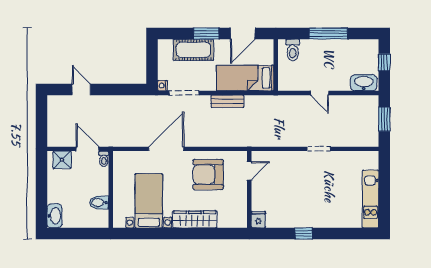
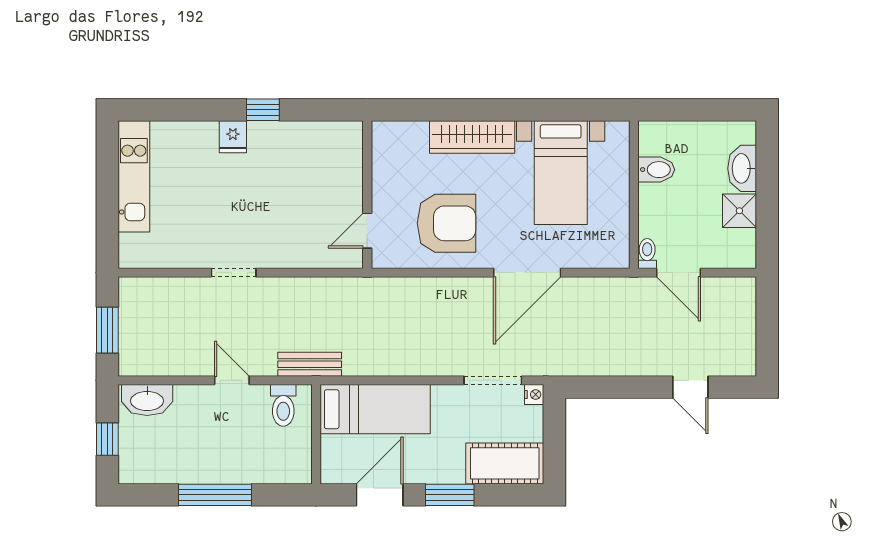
cot: (193, 50) -> (505, 463), moved
toilet: (293, 50) -> (283, 405), moved, turned 180
bench: (227, 101) -> (310, 364), moved
shower: (62, 160) -> (739, 211), moved
washbasin: (54, 216) -> (742, 168), moved
fridge: (258, 220) -> (233, 137), moved

